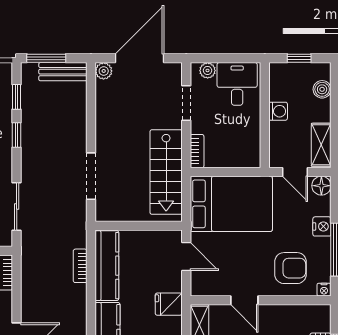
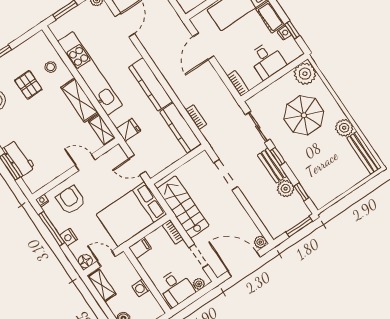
door: (140, 58) -> (244, 264), swing flipped
bench: (63, 72) -> (272, 165), moved, turned 90
plant: (32, 113) -> (286, 189), added
window: (17, 135) -> (278, 156), moved
filing cabinet: (248, 158) -> (140, 248), added
armchair: (291, 268) -> (71, 200), turned 90

